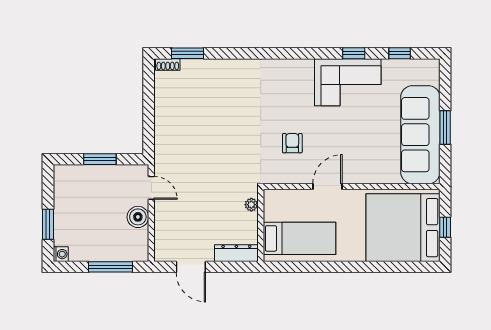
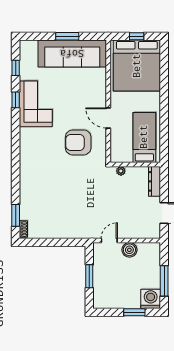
armchair: (292, 143) -> (78, 142), width x1.88, depth x1.88
washing machine: (61, 254) -> (151, 299), width x1.89, depth x1.89
window: (111, 267) -> (164, 281), moved

